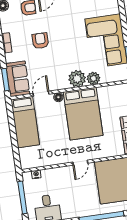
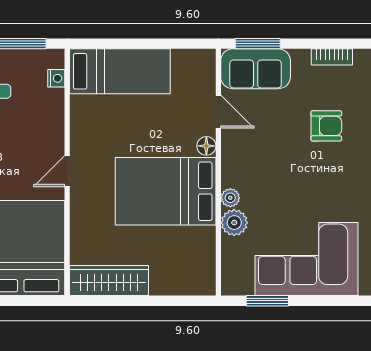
plant: (77, 79) -> (230, 198), width x0.53, depth x0.53
bed: (25, 122) -> (120, 71), moved, turned 180
door: (80, 163) -> (67, 171), hinge flipped

